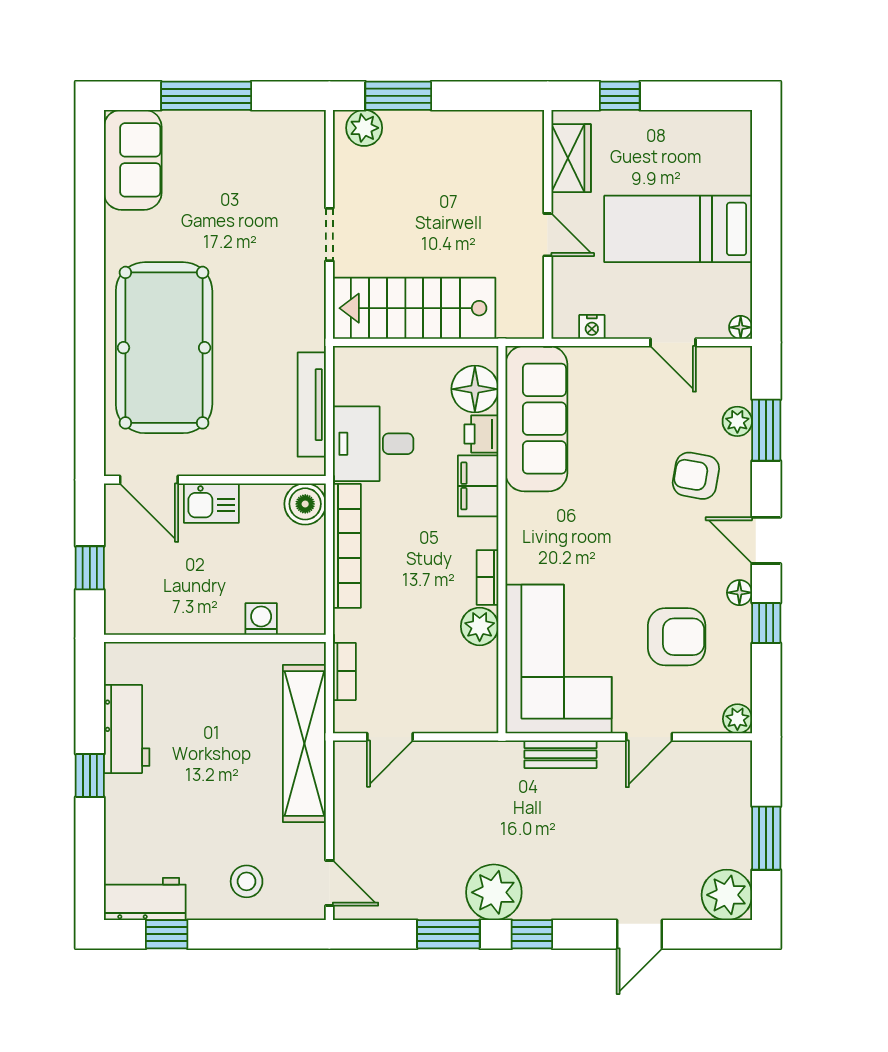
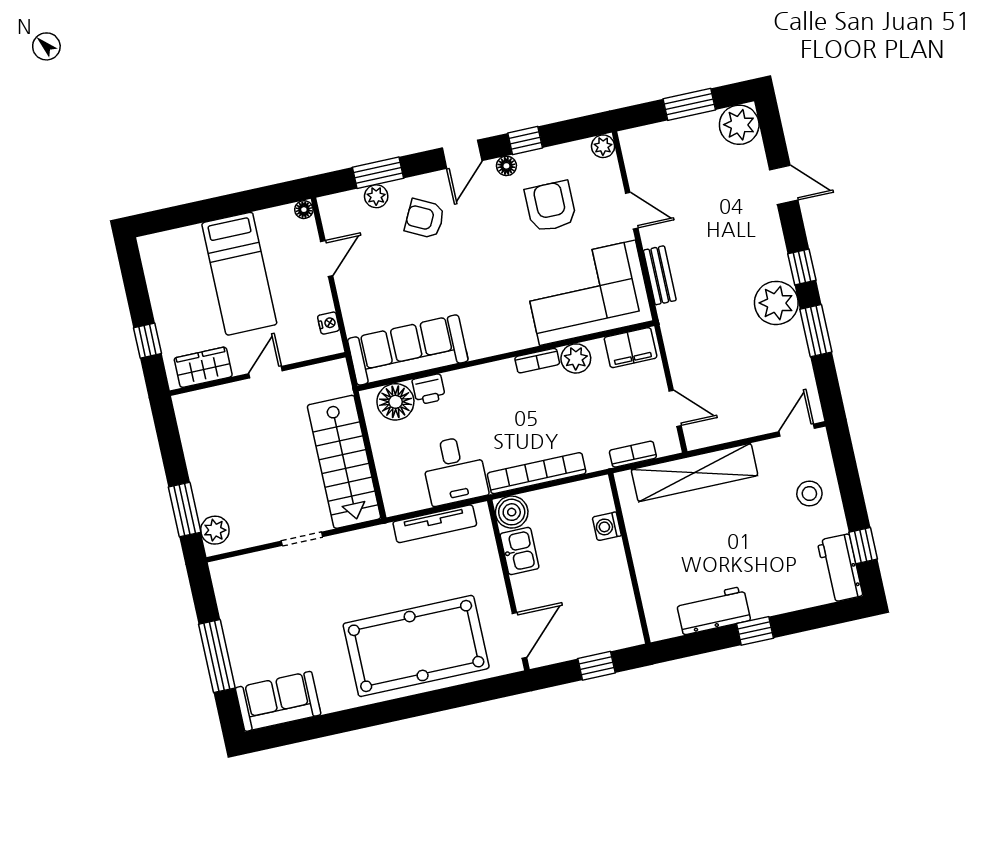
armchair: (696, 476) -> (425, 219), turned 107
filing cabinet: (478, 486) -> (631, 348), moved
kitchen sink: (211, 503) -> (520, 551), moved

